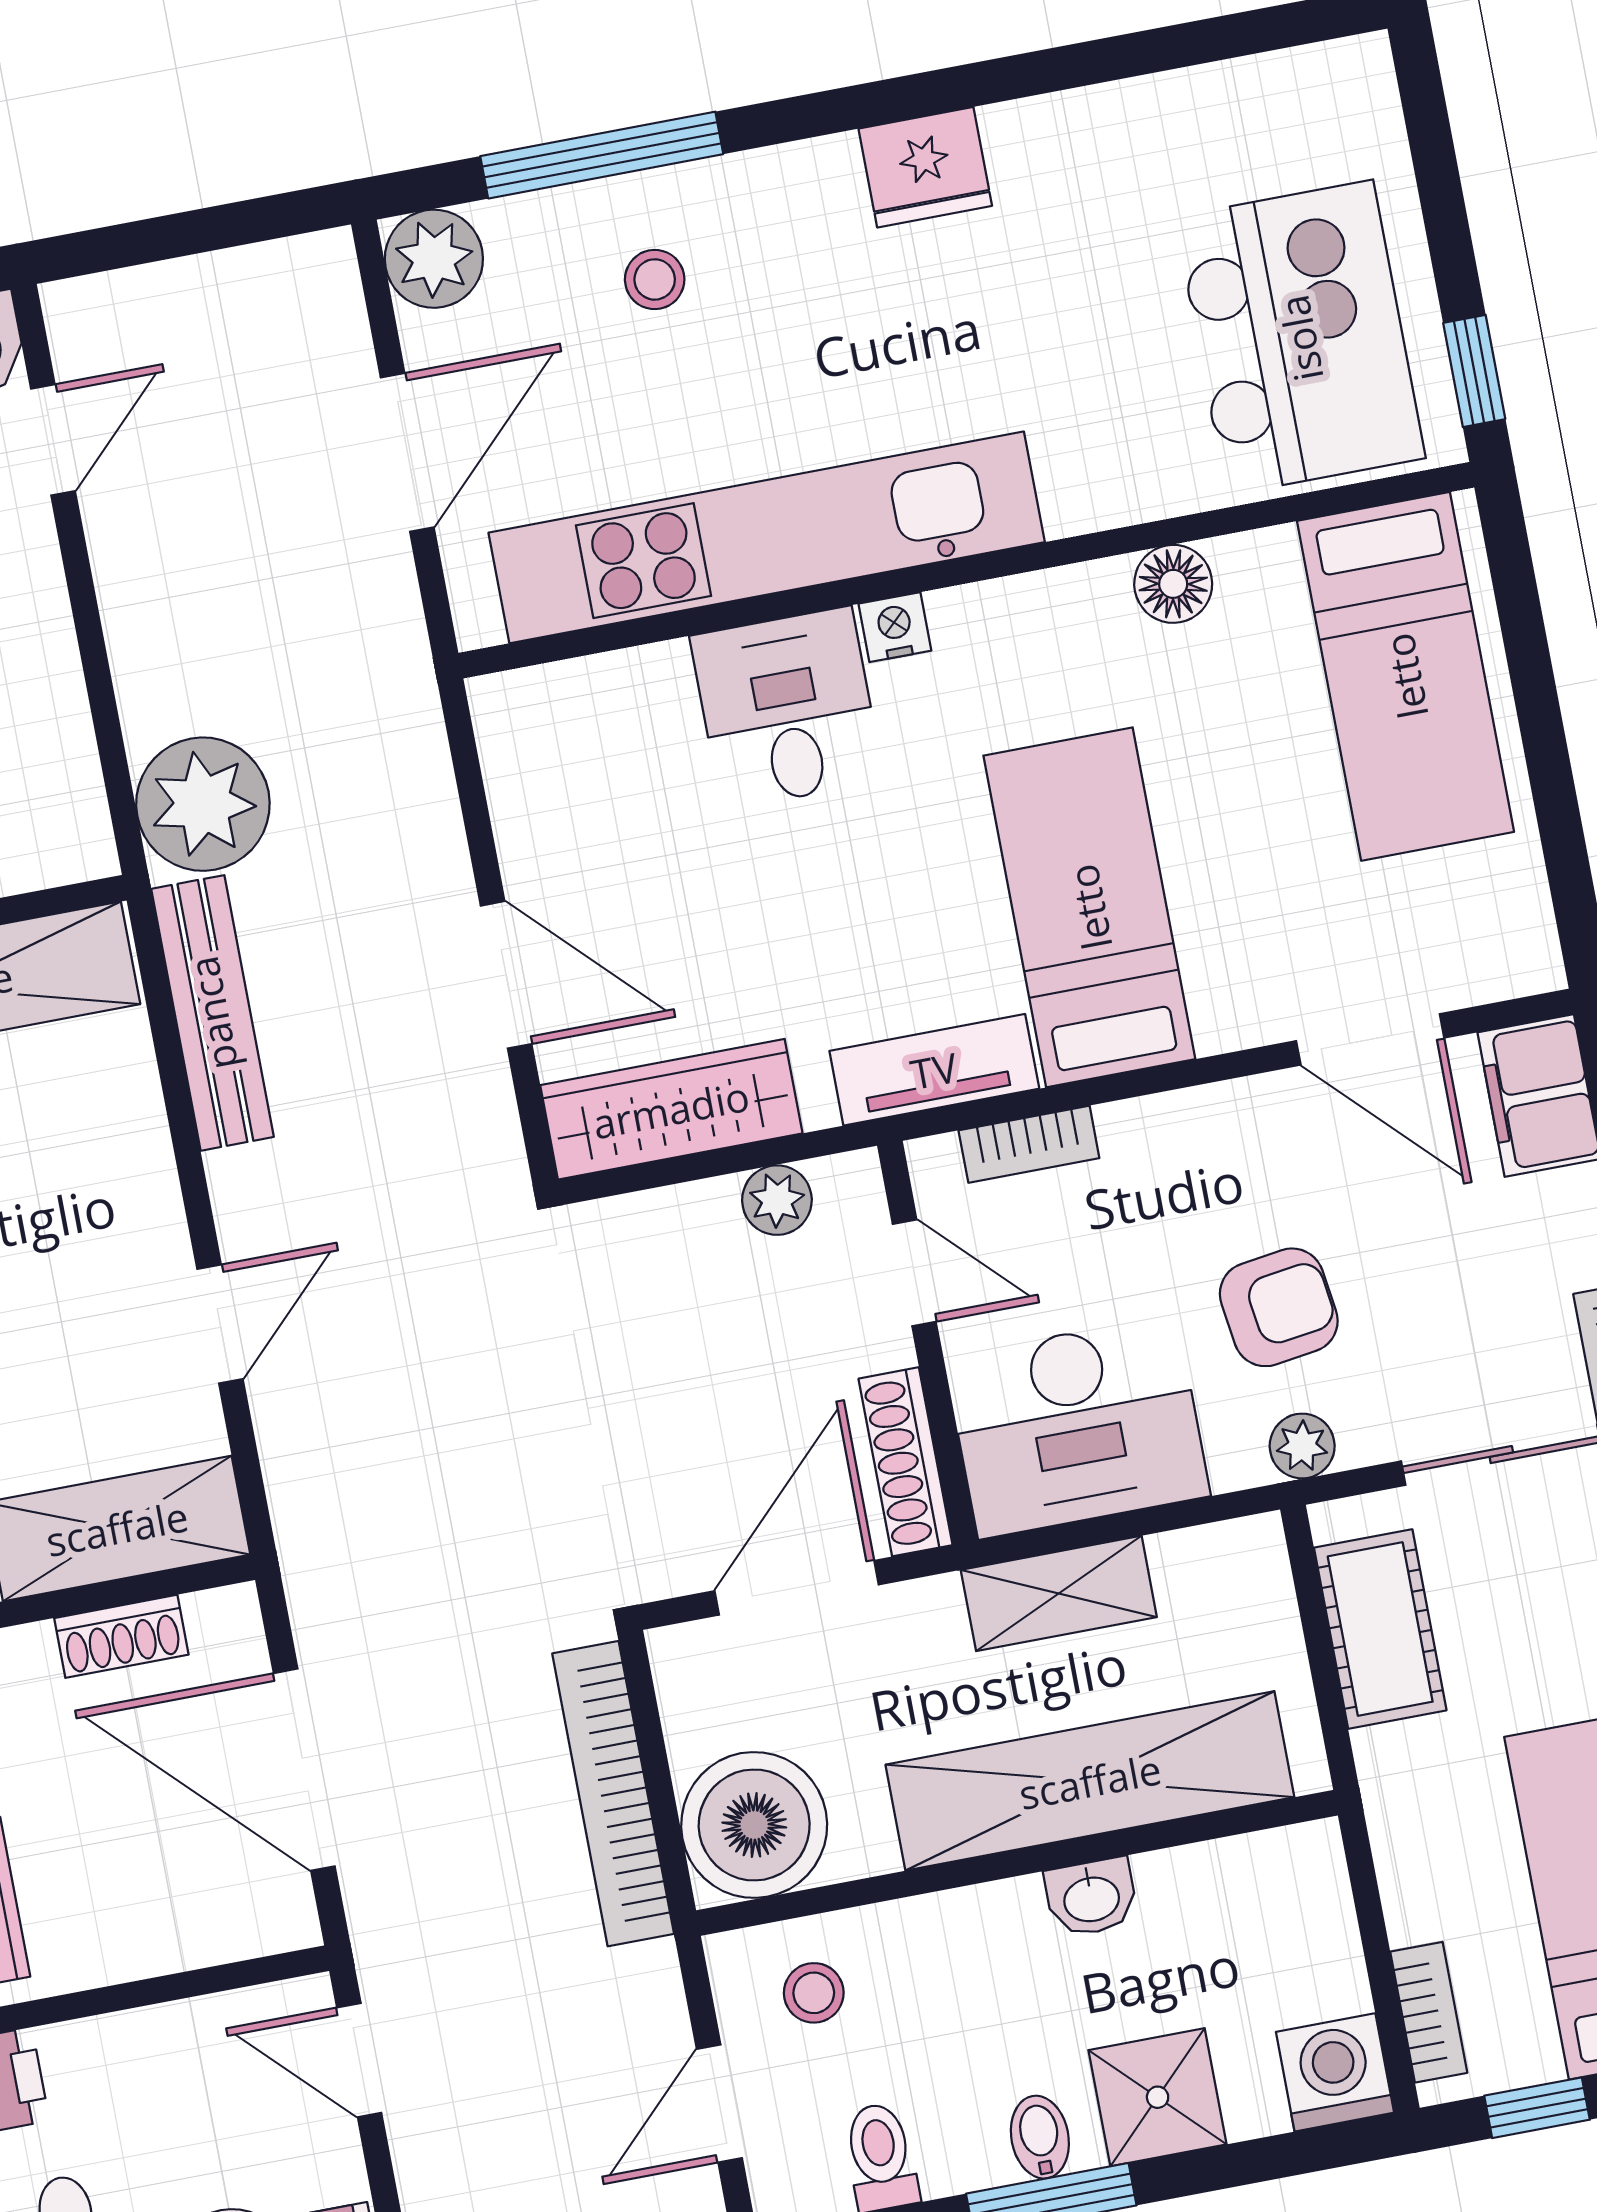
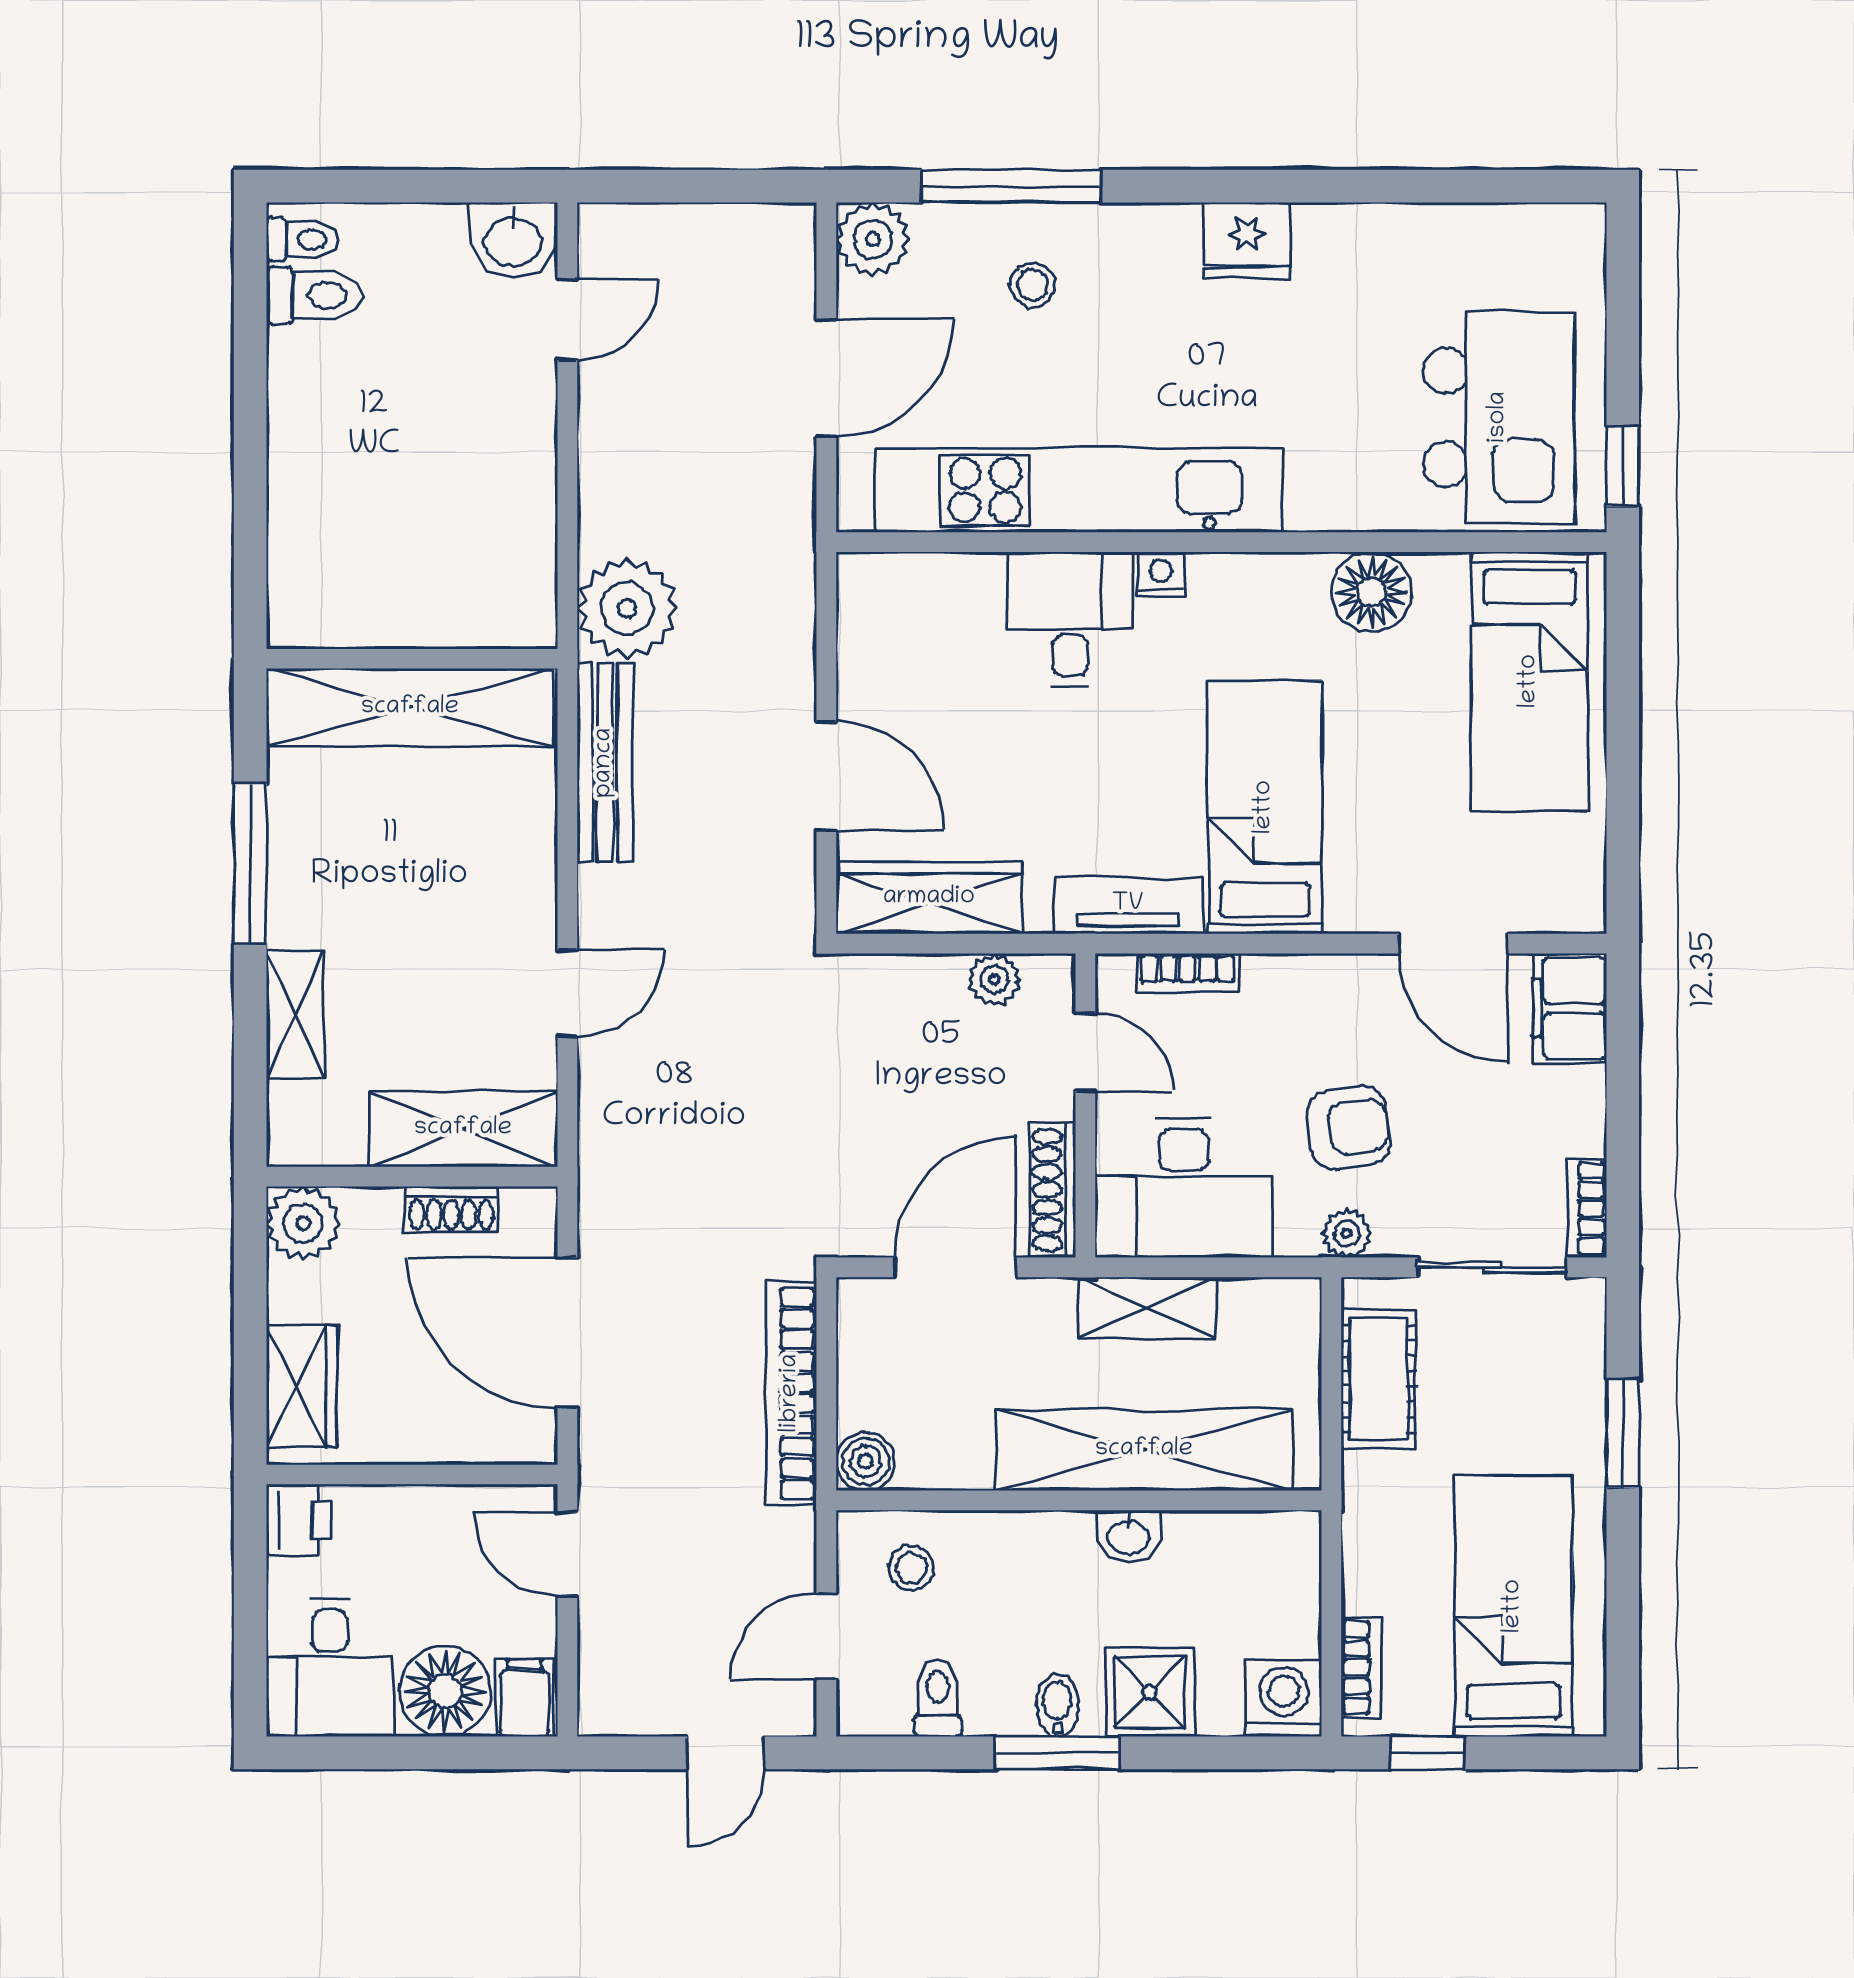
floor lamp: (1173, 584) -> (1372, 592), width x1.38, depth x1.38
boiler: (754, 1825) -> (865, 1461), width x0.54, depth x0.54

